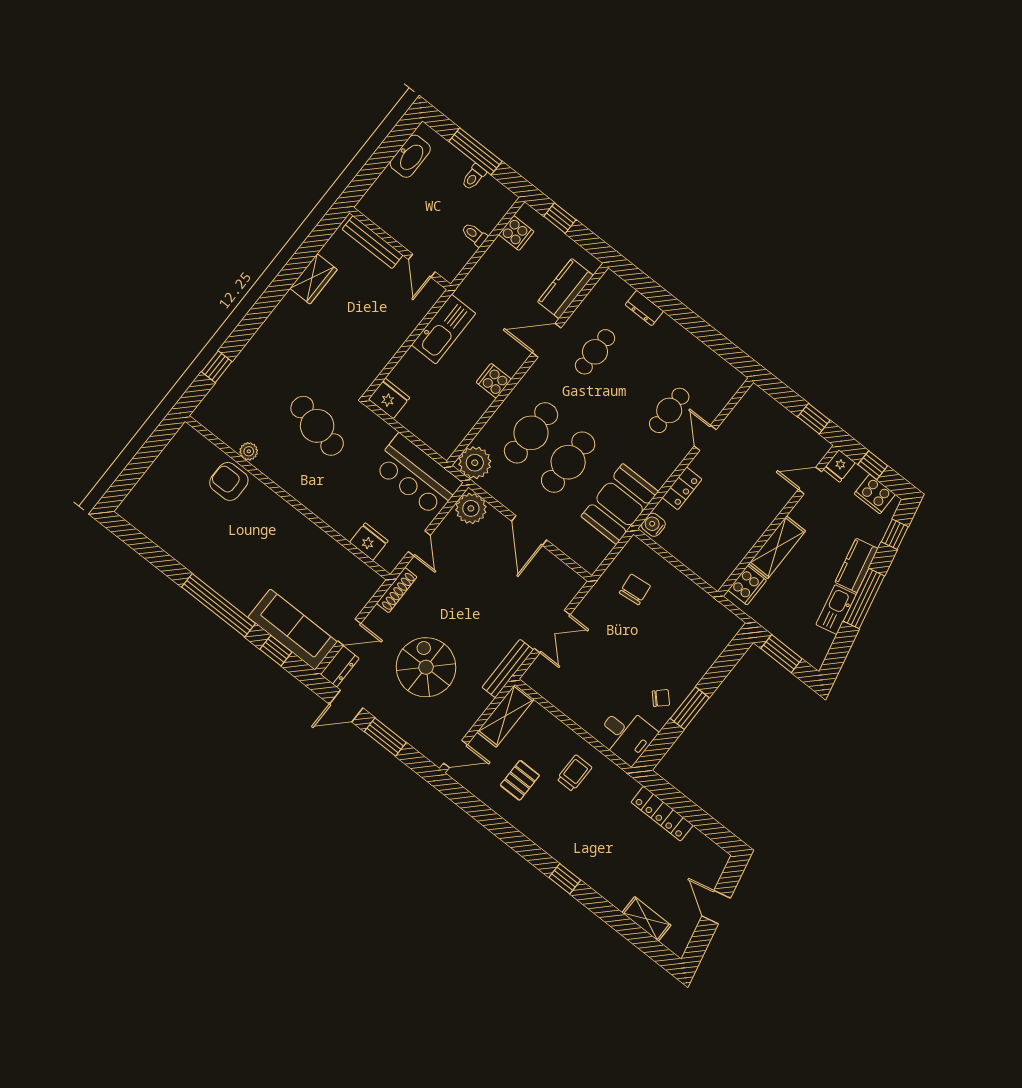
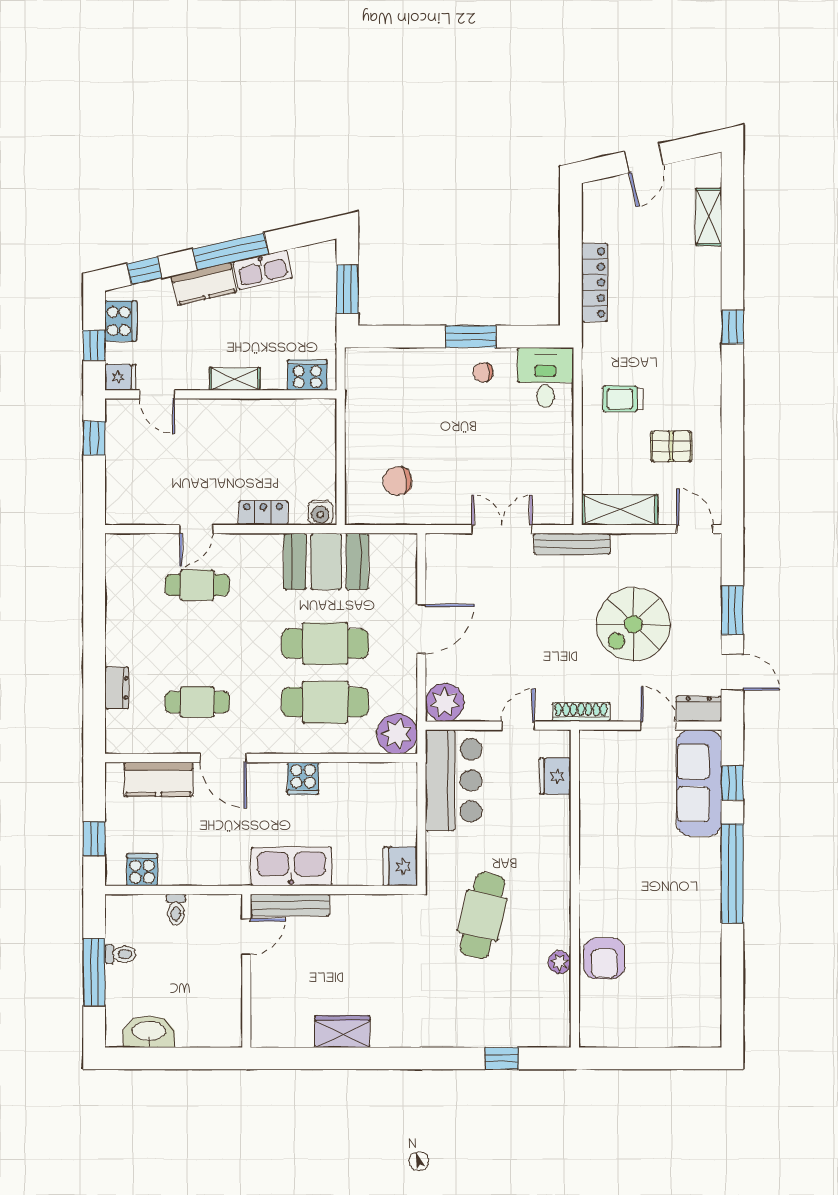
bench: (373, 242) -> (290, 905), moved, turned 90
shelving: (777, 547) -> (235, 379), width x0.67, depth x0.75
chair: (661, 698) -> (483, 372), turned -46

